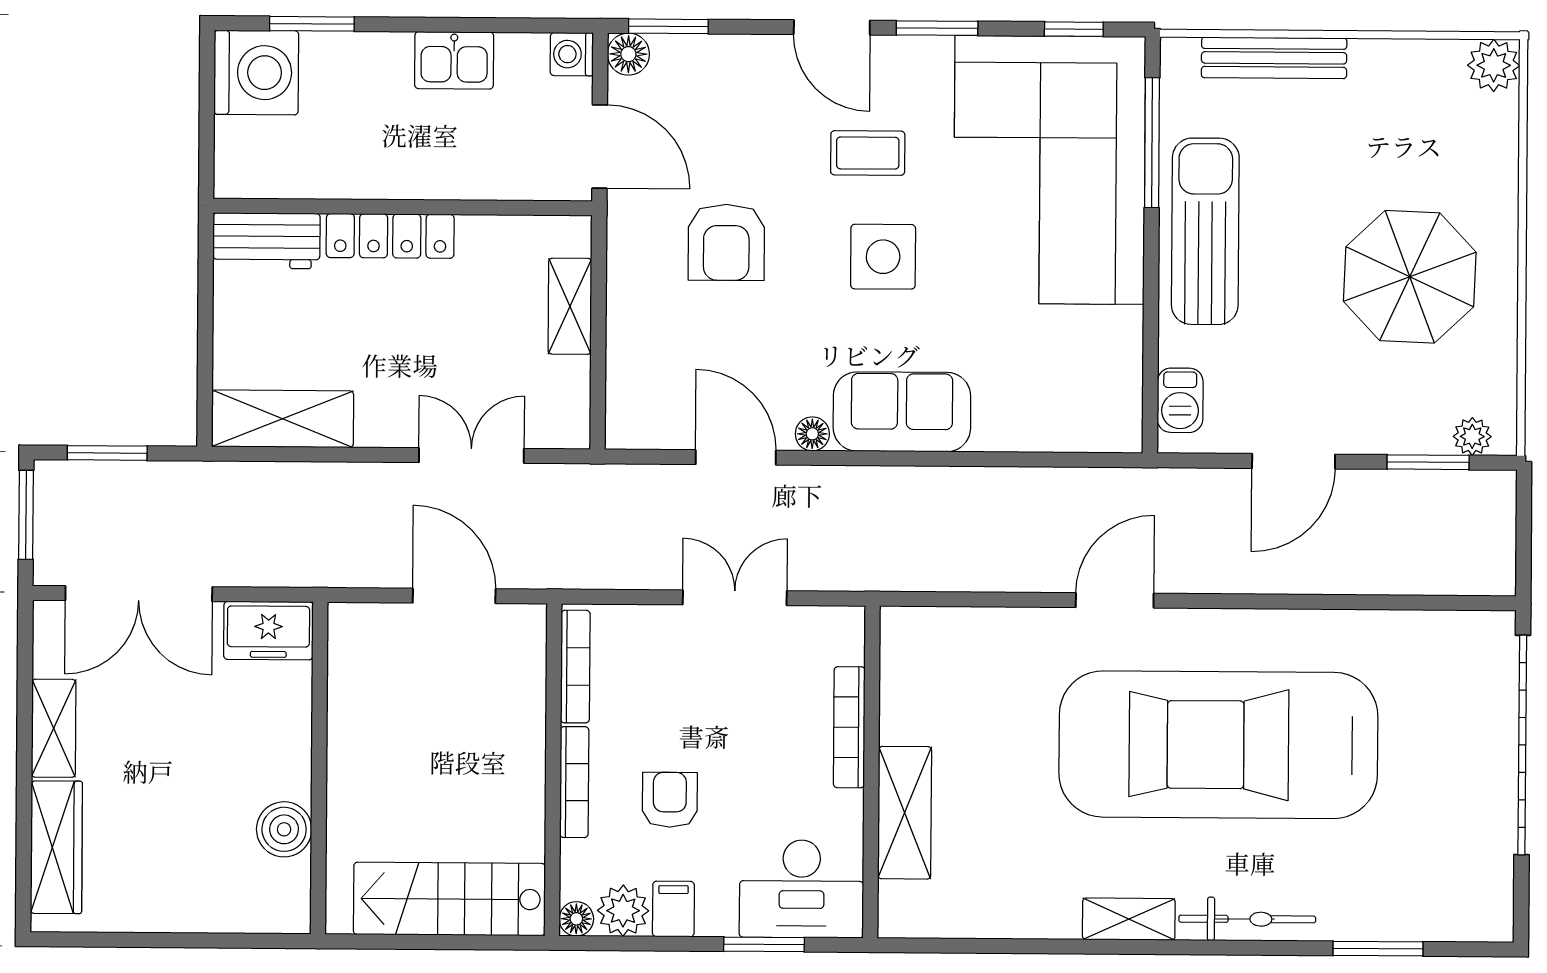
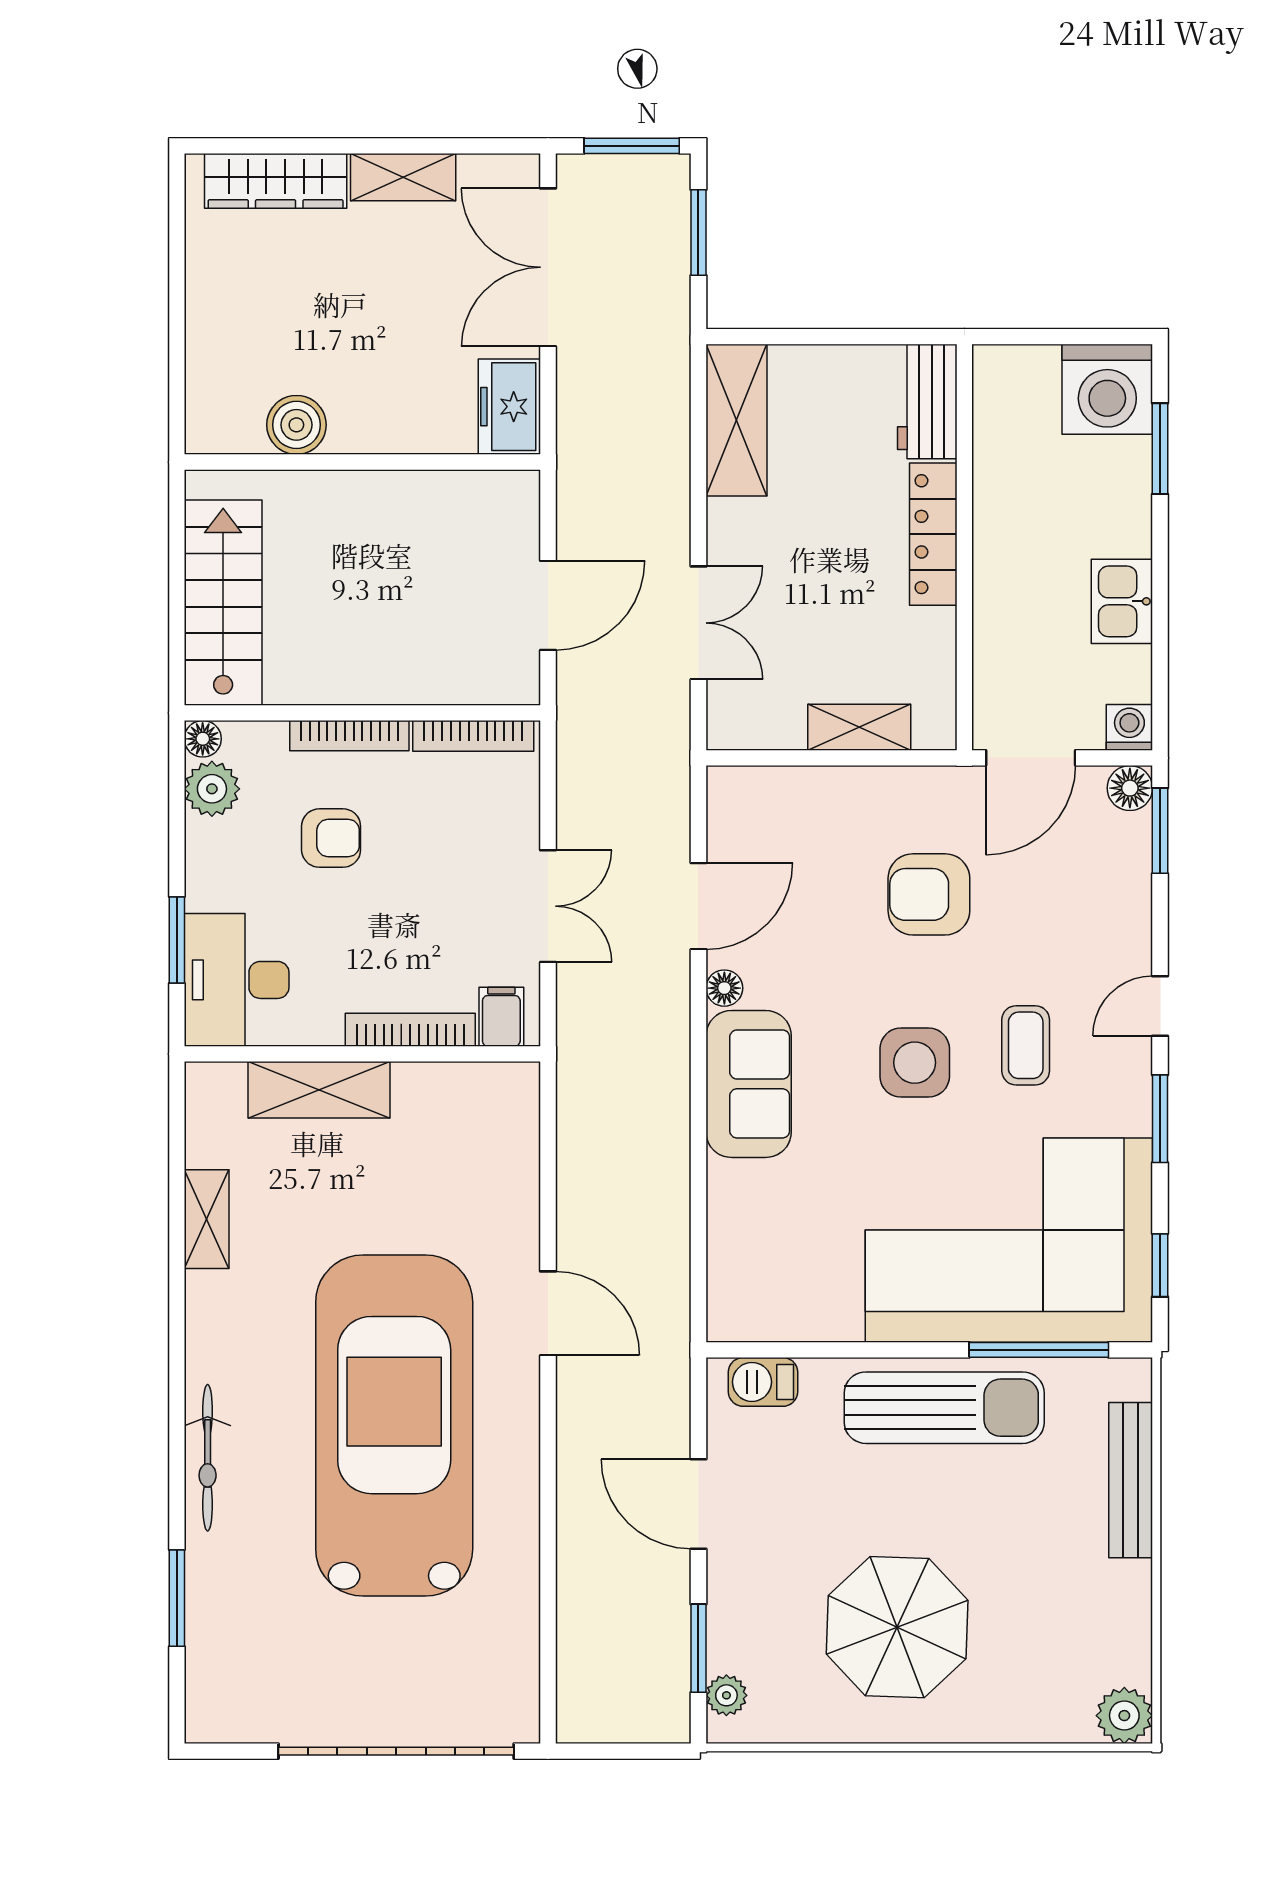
door: (832, 27) -> (1160, 1006), width x0.73
filing cabinet: (673, 909) -> (501, 1017), moved, turned -90
shelving: (1129, 919) -> (207, 1219), moved

